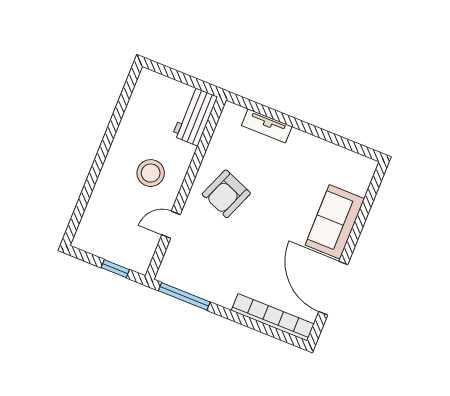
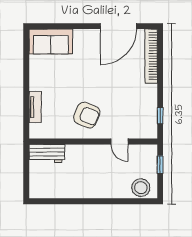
stool: (151, 173) -> (141, 188), moved
sofa: (335, 222) -> (51, 42), moved
window: (184, 296) -> (160, 116), width x0.46

